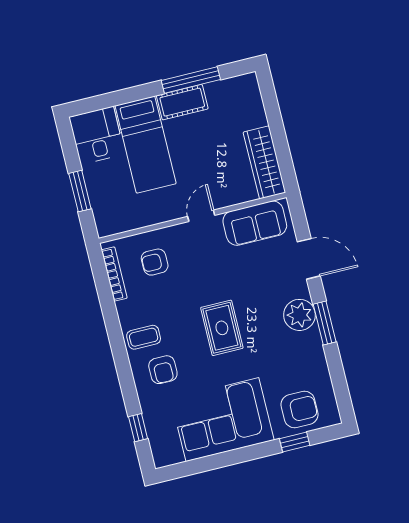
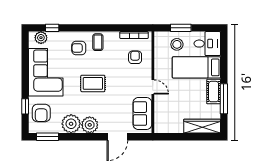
wardrobe: (264, 162) -> (202, 126), moved
stool: (112, 191) -> (177, 44), added
window: (325, 323) -> (47, 137), moved
plant: (306, 350) -> (71, 124), added
plant: (161, 444) -> (41, 38), added

